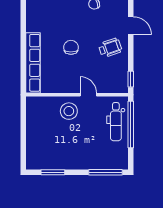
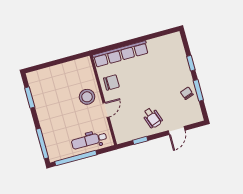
chair: (71, 47) -> (111, 82), moved
window: (131, 79) -> (140, 140), moved
window: (131, 124) -> (76, 158), moved

